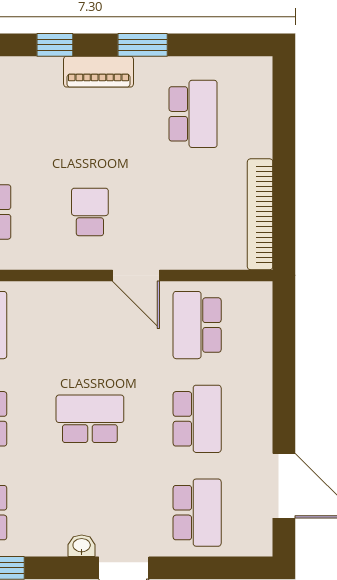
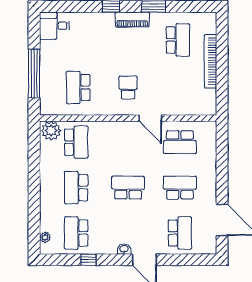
bookcase: (260, 214) -> (210, 61), moved
school desk: (197, 325) -> (180, 142), turned -90
school desk: (197, 419) -> (180, 188), turned -90

